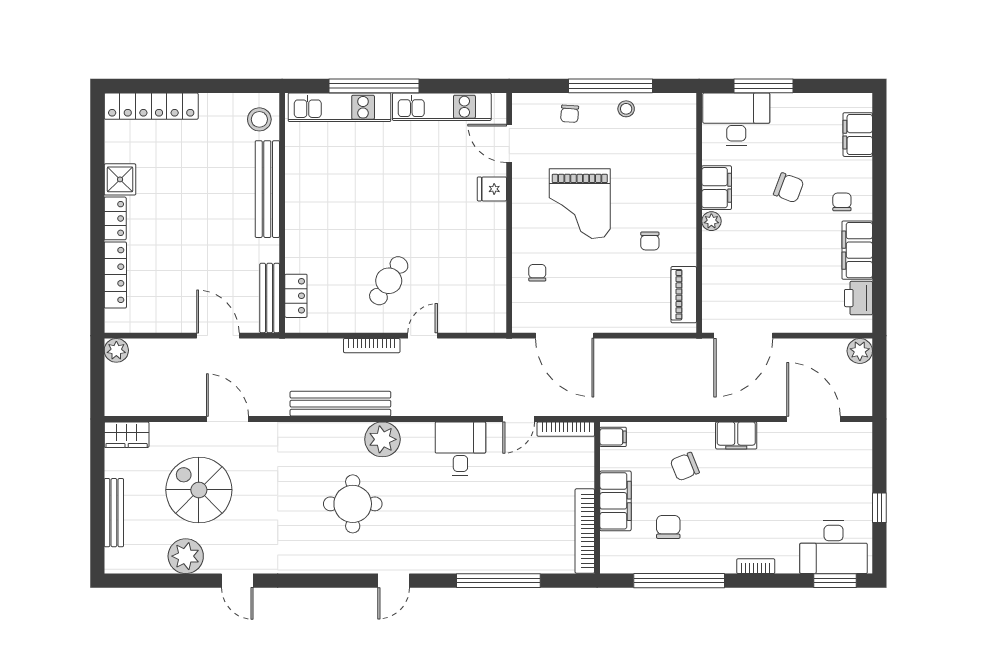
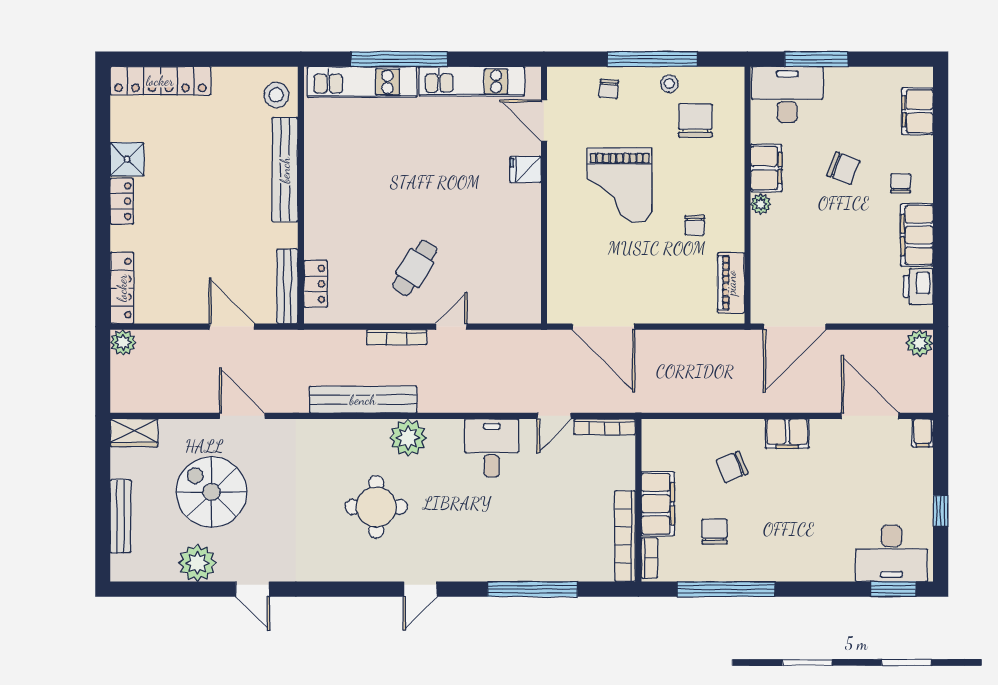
chair: (537, 273) -> (695, 121), moved, width x1.87, depth x1.87
locker: (115, 275) -> (122, 288), moved
filing cabinet: (613, 437) -> (923, 433), moved, turned 90
bookcase: (756, 566) -> (649, 558), moved, turned 90

